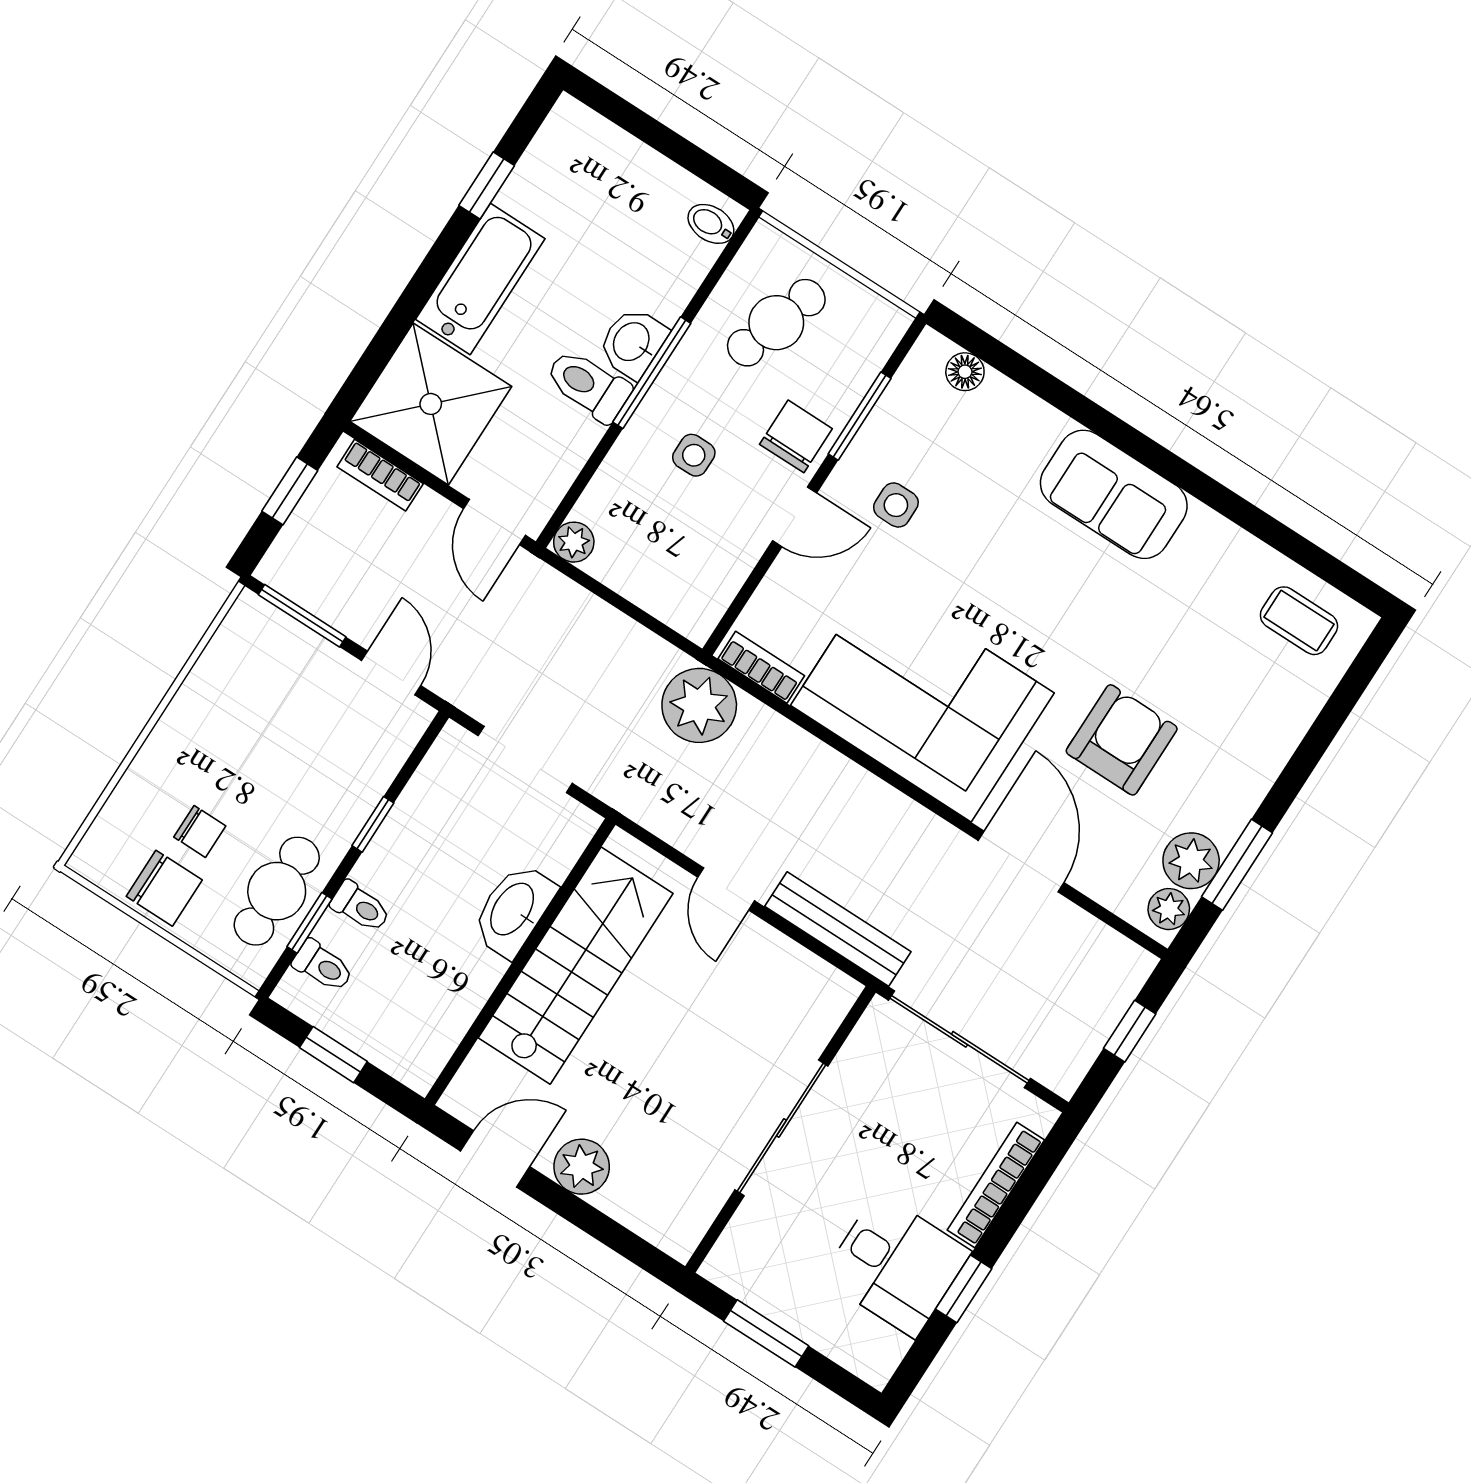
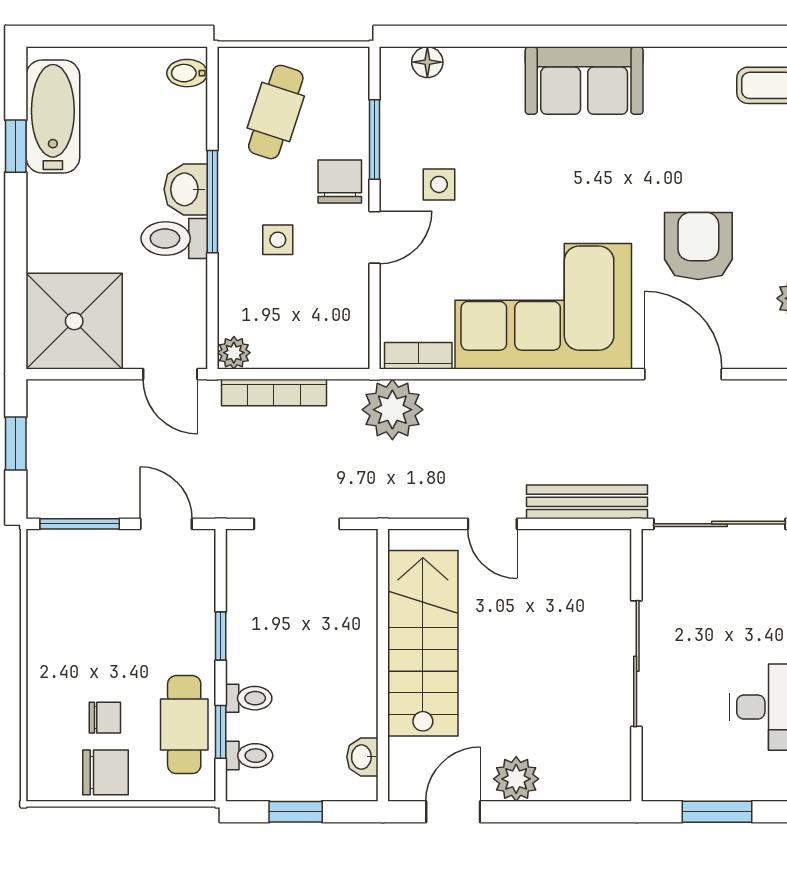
bathtub: (480, 279) -> (53, 117), moved
bookcase: (380, 475) -> (274, 393), moved, width x1.56
washbasin: (513, 910) -> (362, 757), moved, width x0.52, depth x0.69

